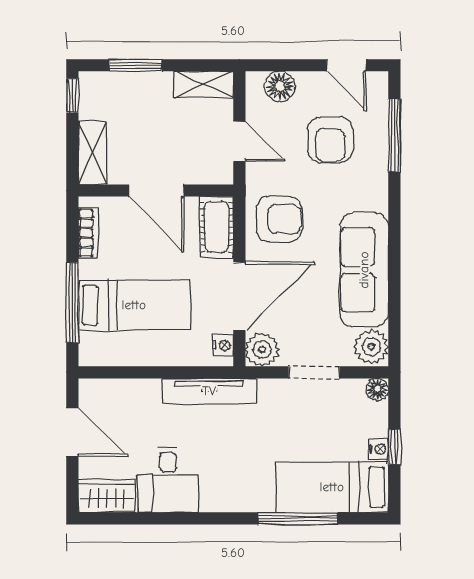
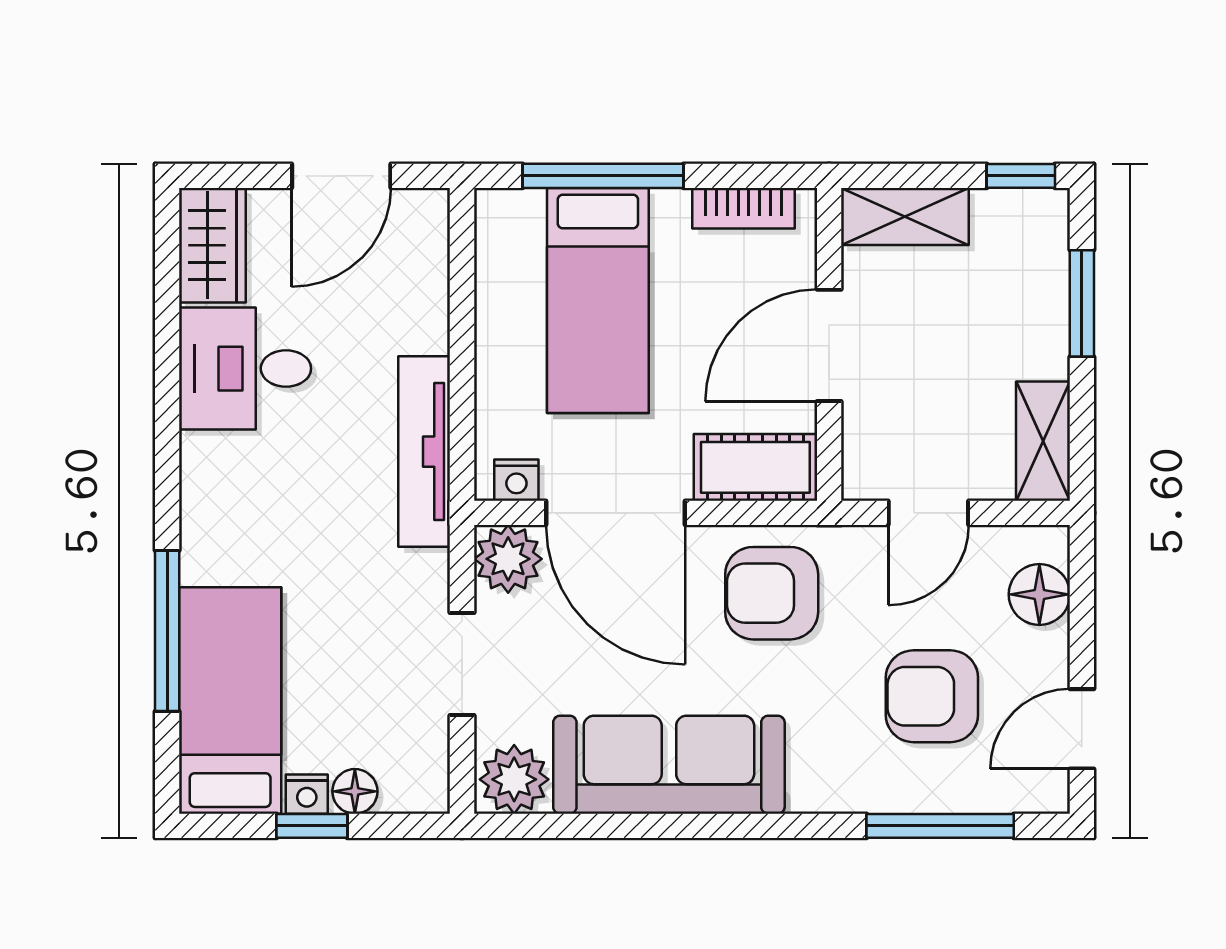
armchair: (279, 219) -> (772, 593), turned 90
floor lamp: (377, 389) -> (355, 791), moved

